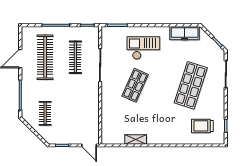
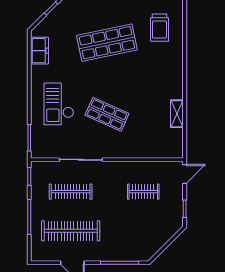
freezer: (185, 33) -> (40, 51), width x0.71
shop shelf: (191, 85) -> (107, 43), turned -30
clothes rail: (45, 113) -> (143, 192), moved

